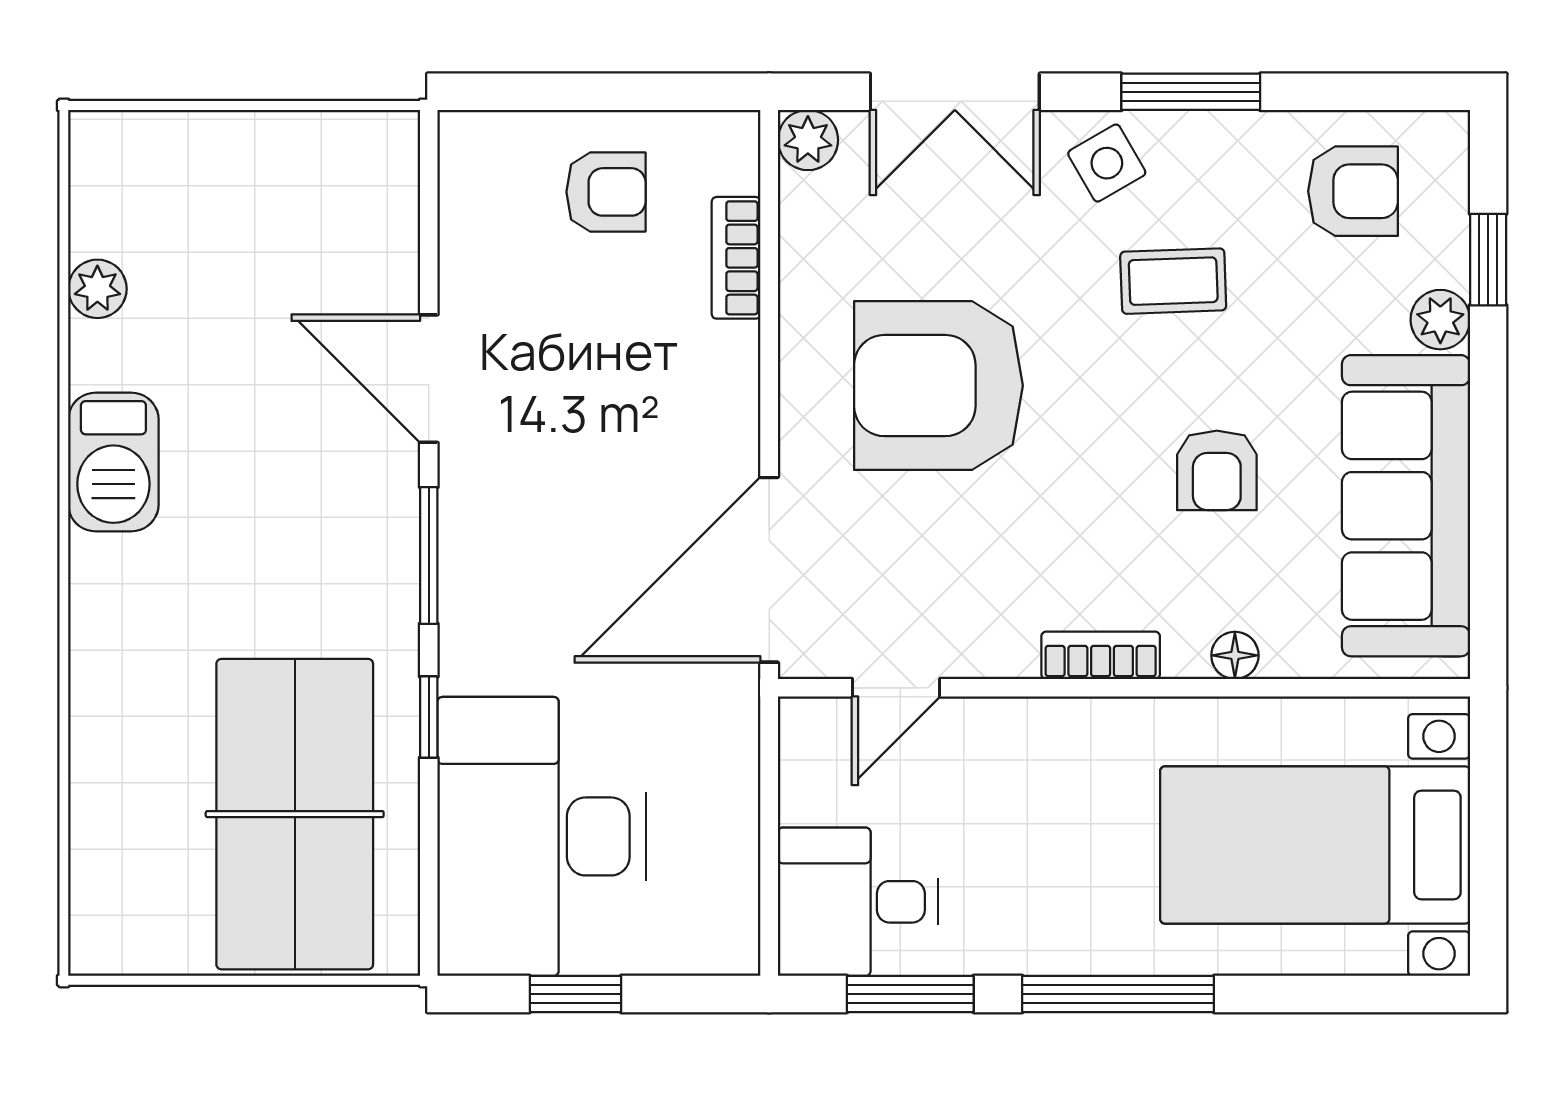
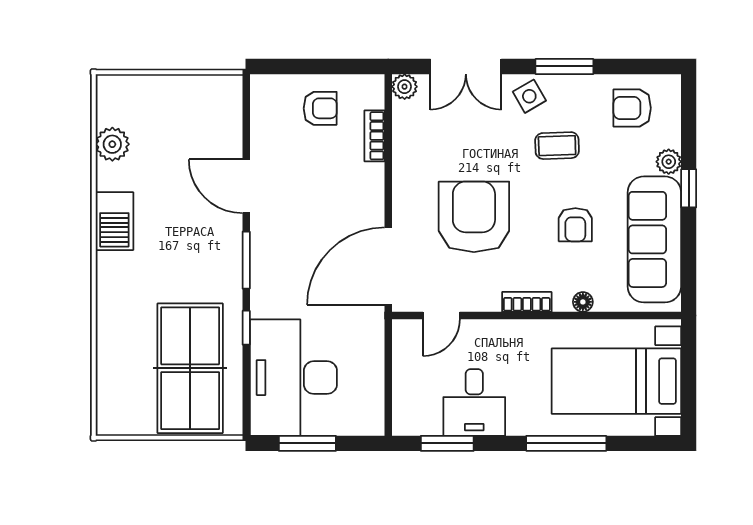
armchair: (1353, 191) -> (632, 108), turned 180
window: (1488, 260) -> (689, 188), moved
plant: (97, 289) -> (112, 144), width x1.38, depth x1.38
armchair: (938, 386) -> (474, 217), moved, turned 90
desk: (858, 902) -> (474, 402), moved, turned -90
window: (575, 994) -> (307, 443), width x1.50
window: (1118, 994) -> (566, 443), moved

